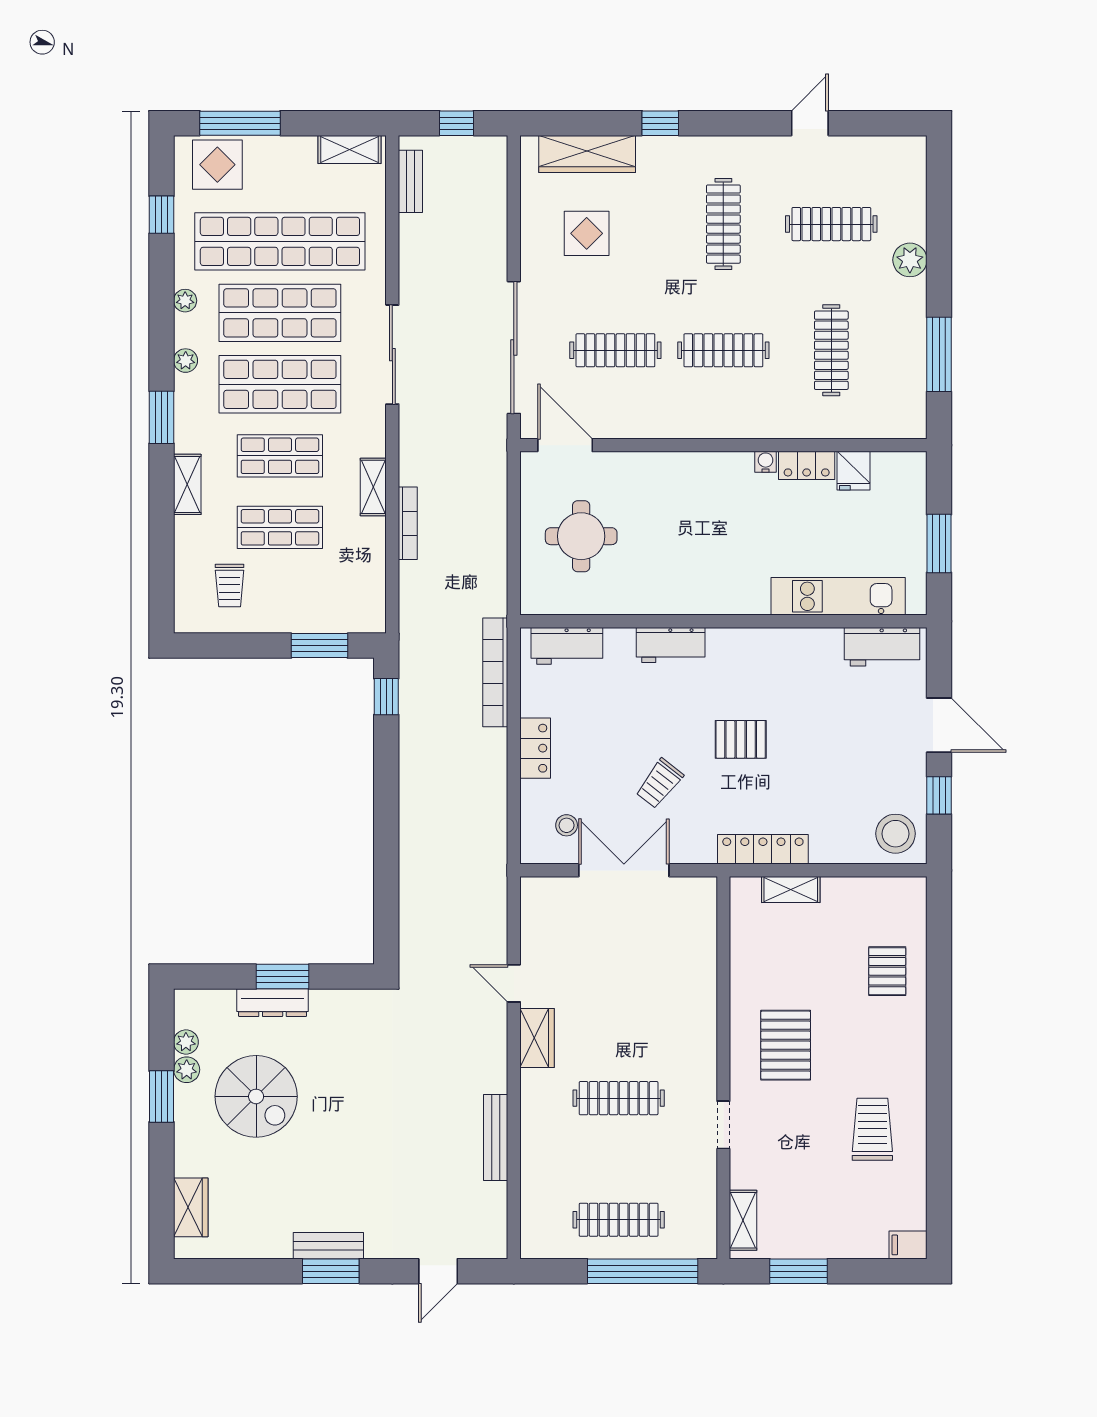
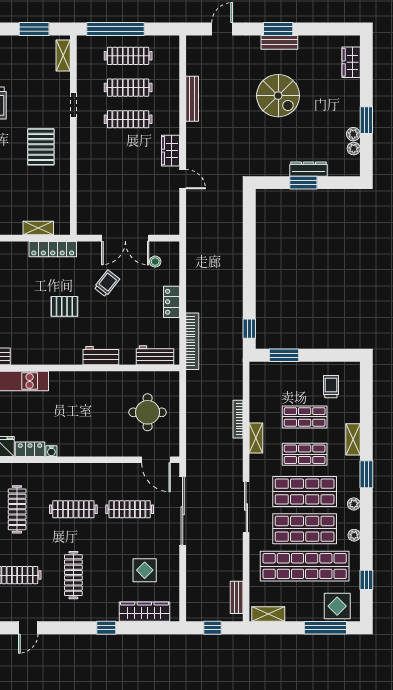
spiral stairs: (256, 1096) -> (278, 96), moved, turned 180
clothes rail: (619, 1159) -> (128, 88), added

